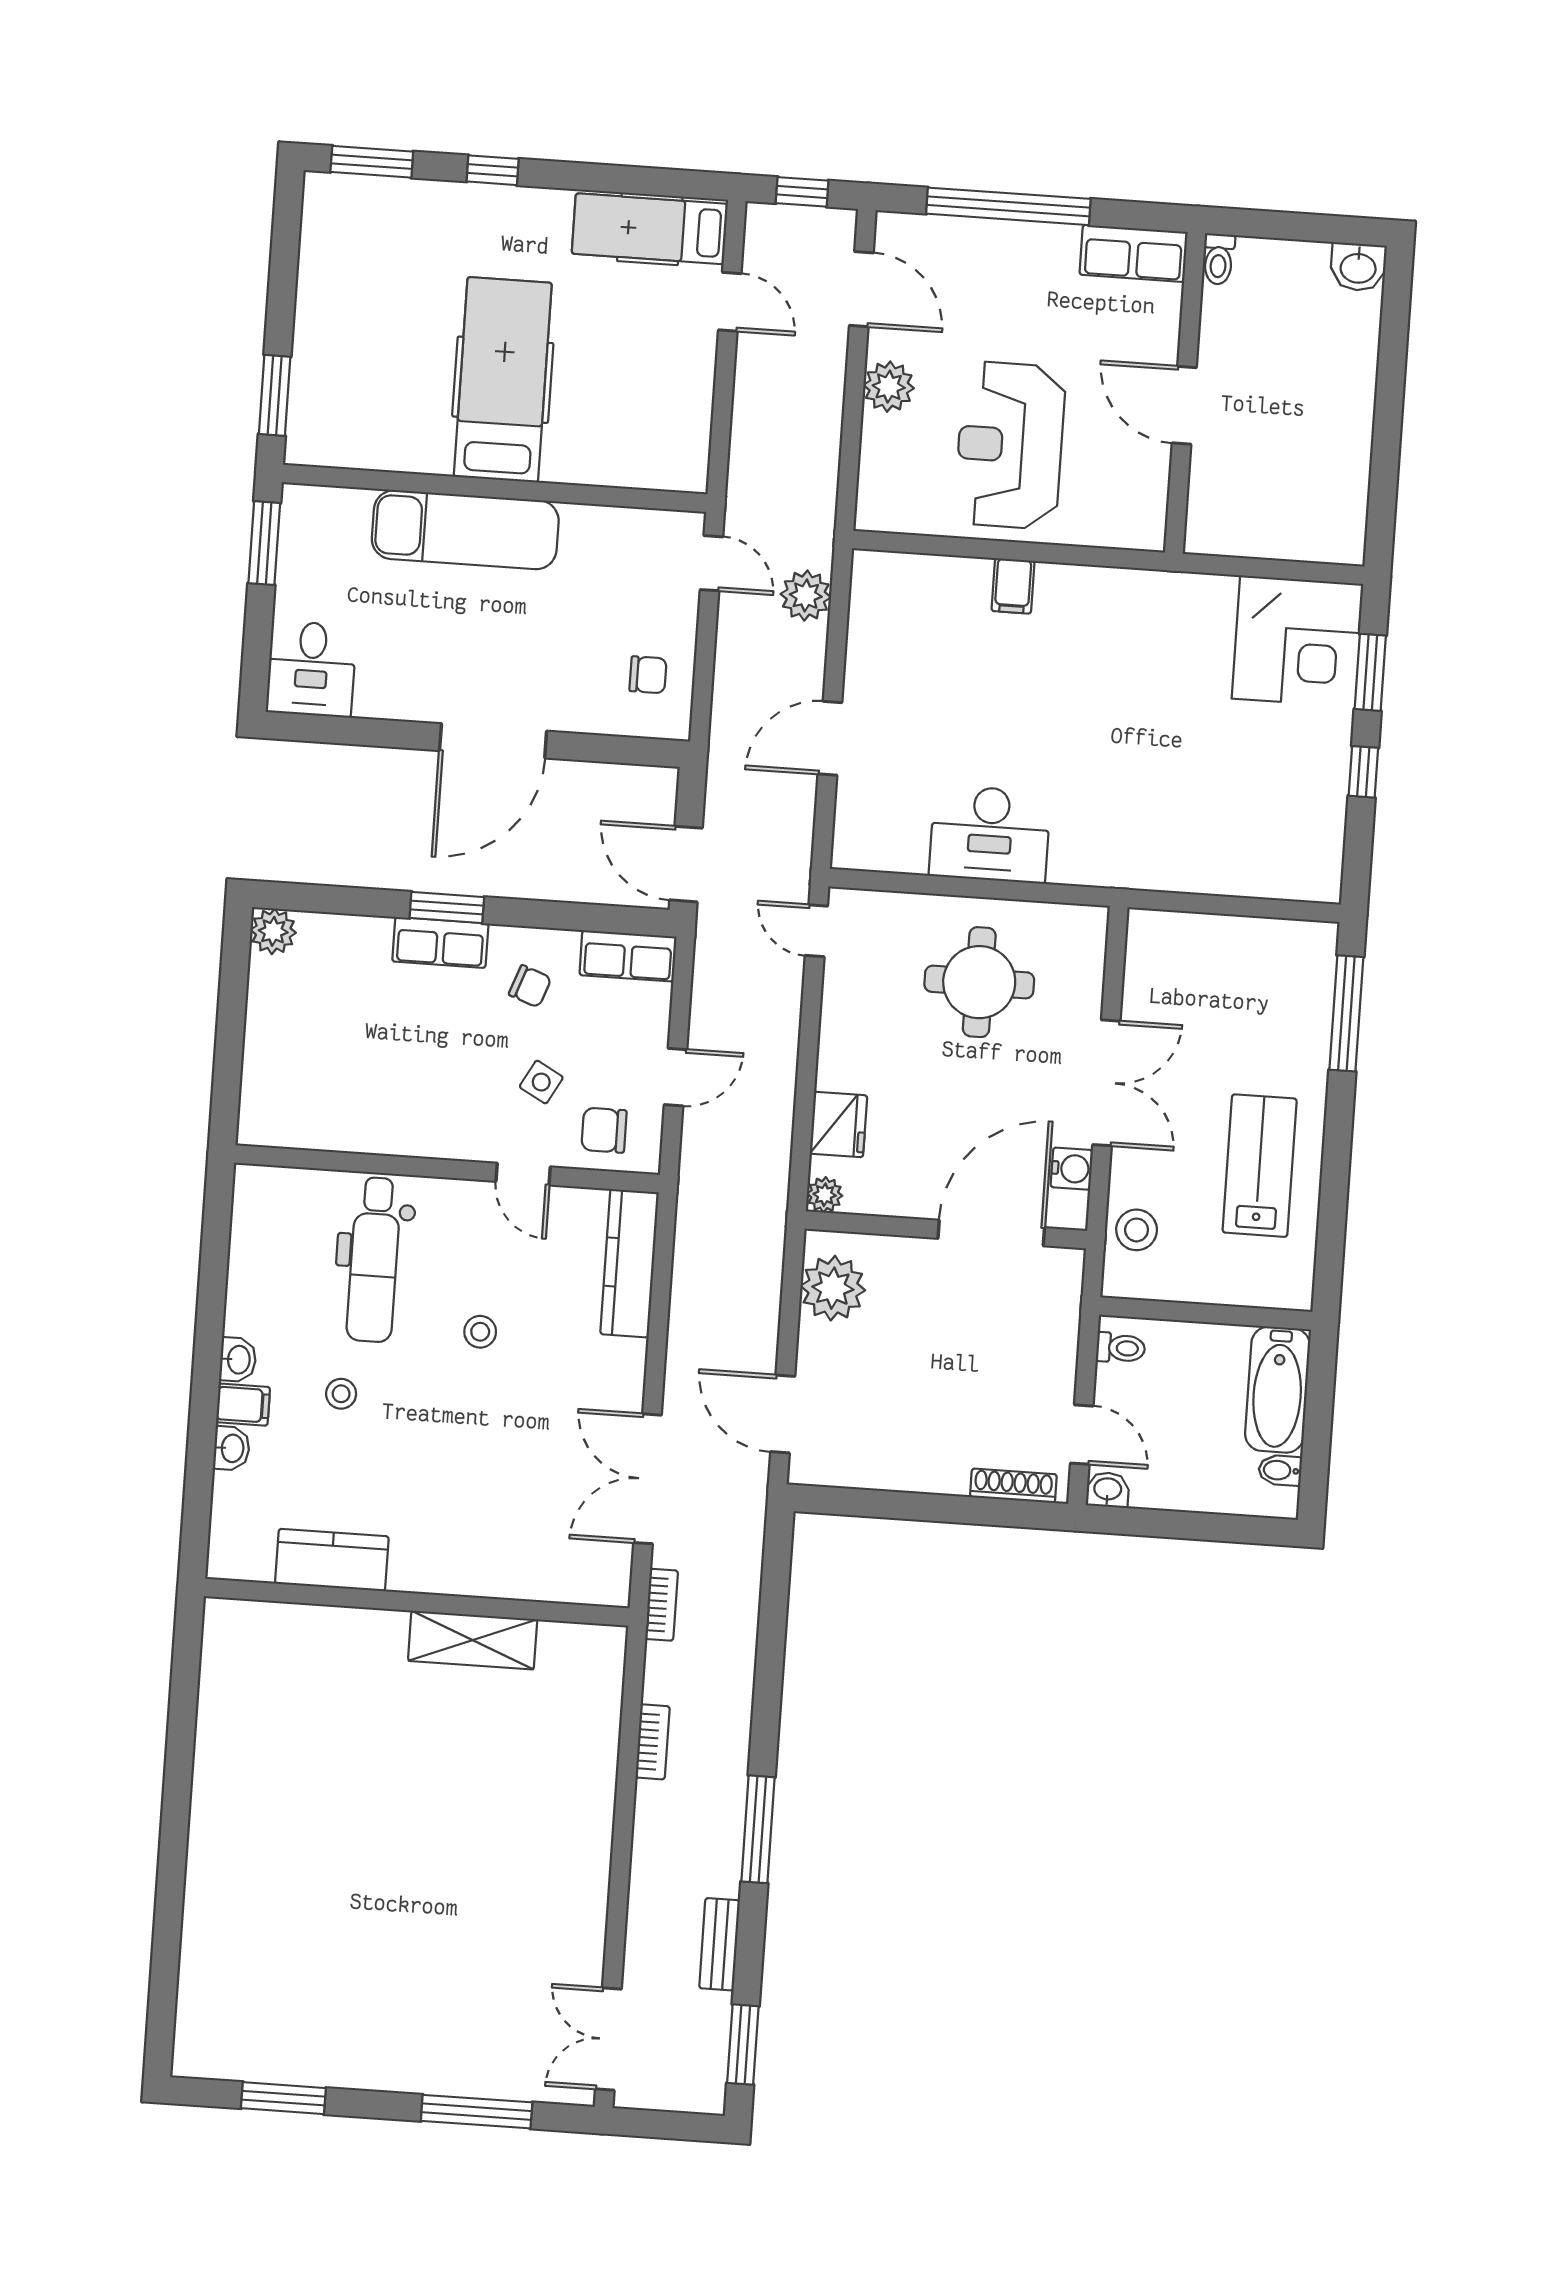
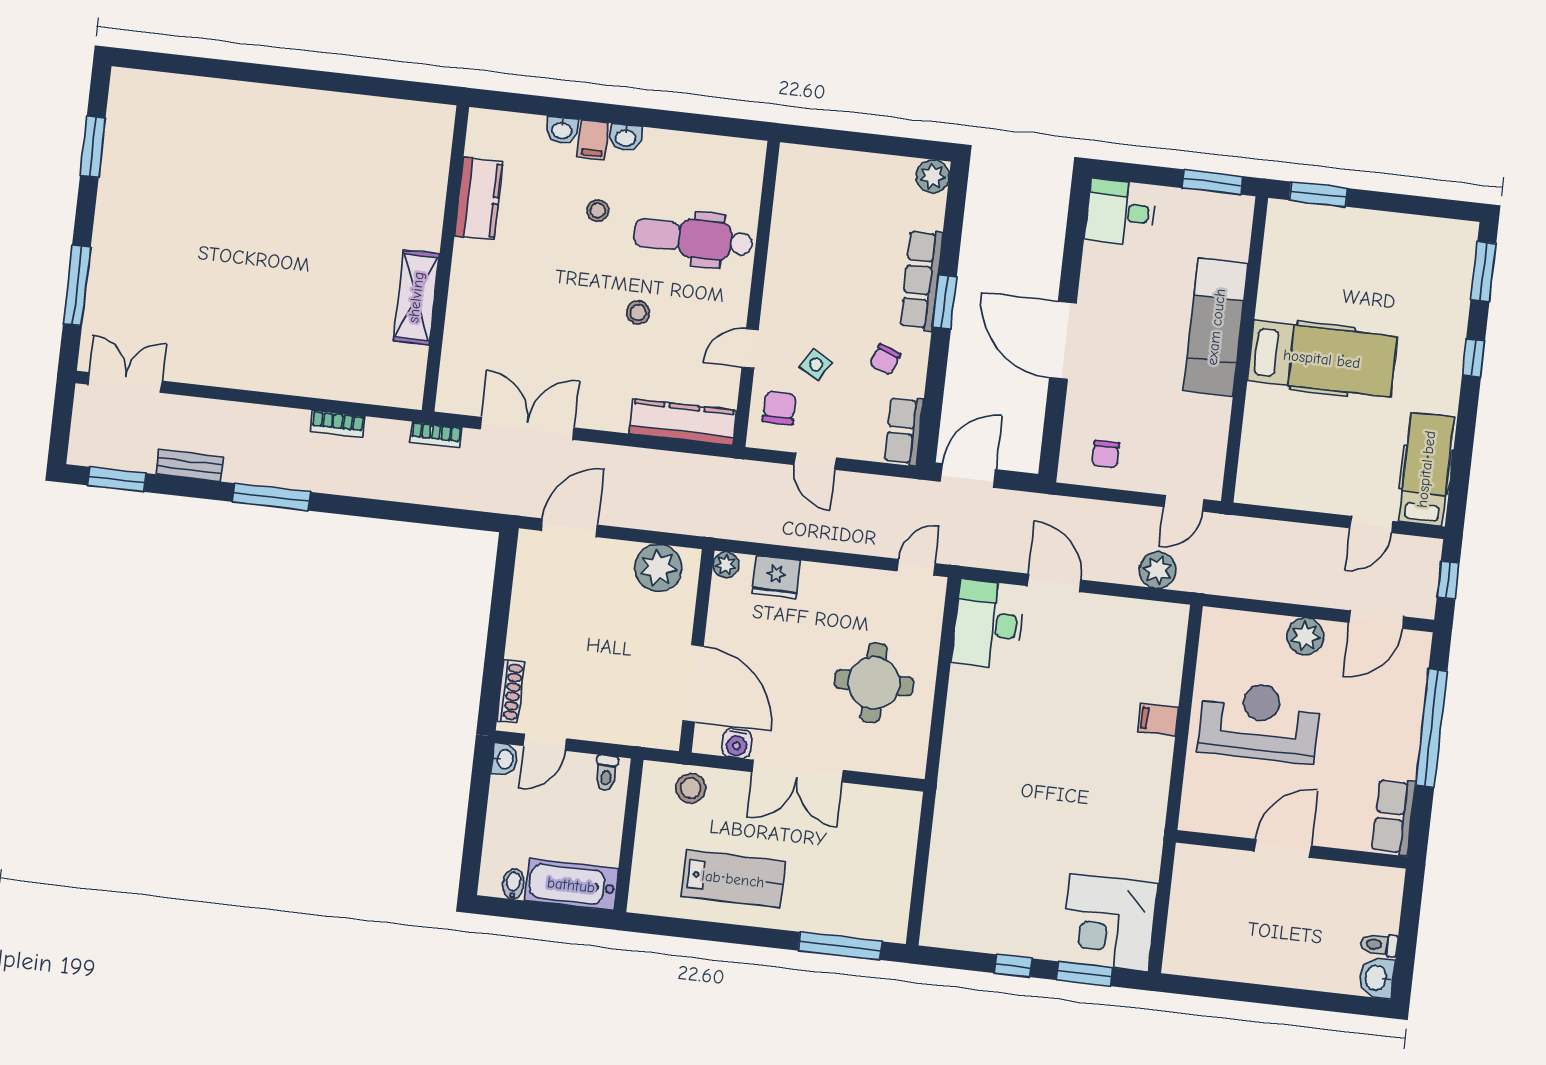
toilet: (1219, 259) -> (1379, 945), moved
desk: (990, 834) -> (988, 624), moved
row of seats: (440, 942) -> (921, 280), width x1.48

